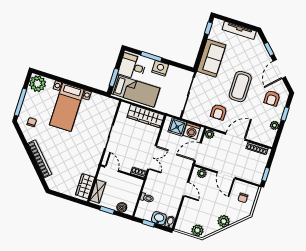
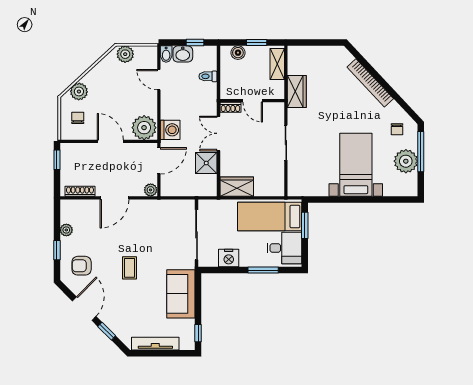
nightstand: (160, 68) -> (229, 258), moved
plant: (37, 84) -> (406, 161), moved
coffee table: (240, 87) -> (129, 268), width x0.54, depth x0.58
armchair: (272, 98) -> (82, 266), turned -90
armchair: (219, 112) -> (148, 224), removed
wardrobe: (146, 116) -> (237, 187), width x0.67
shower: (177, 127) -> (206, 163), moved
washing machine: (192, 131) -> (170, 130), moved, turned 90
door: (112, 169) -> (253, 101), moved
plant: (202, 173) -> (144, 128), width x1.87, depth x1.87
wardrobe: (85, 186) -> (297, 91), moved
door: (186, 189) -> (159, 80), moved
plant: (224, 221) -> (79, 92), moved

